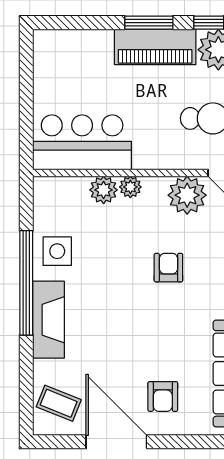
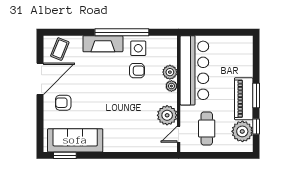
bar counter: (82, 142) -> (194, 70), width x1.36
armchair: (168, 268) -> (137, 71), moved

